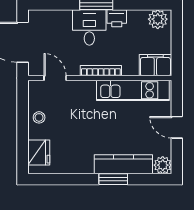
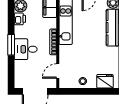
printer: (117, 18) -> (20, 19), moved

